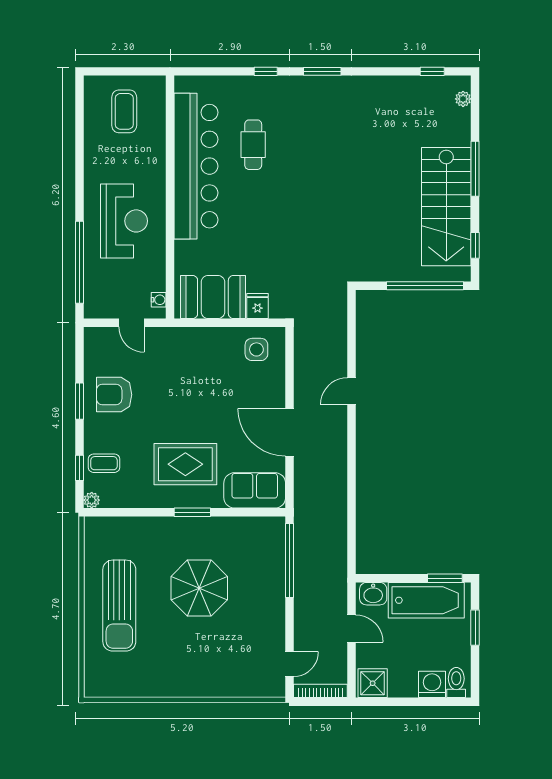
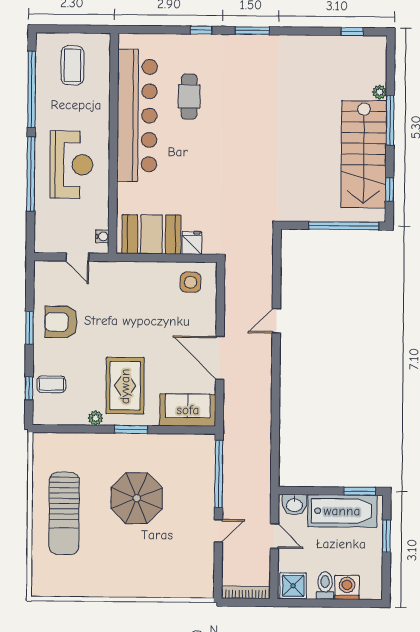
plant: (463, 99) -> (379, 92), moved
window: (79, 138) -> (32, 89), added
window: (79, 262) -> (31, 174), moved
rug: (185, 464) -> (125, 386), turned 90
plant: (92, 500) -> (96, 418), moved
door: (290, 664) -> (218, 531), moved
toilet: (456, 683) -> (325, 585), moved

